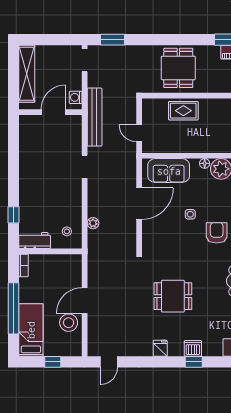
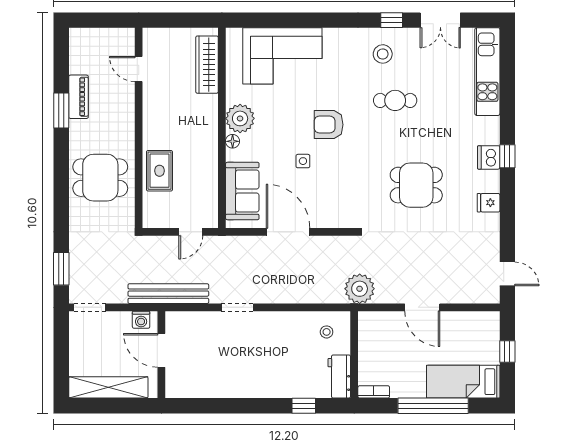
plant: (93, 223) -> (360, 289), moved, width x1.88, depth x1.88
dining table: (173, 296) -> (416, 185), turned 90
stool: (69, 323) -> (453, 330), removed

